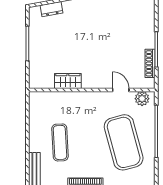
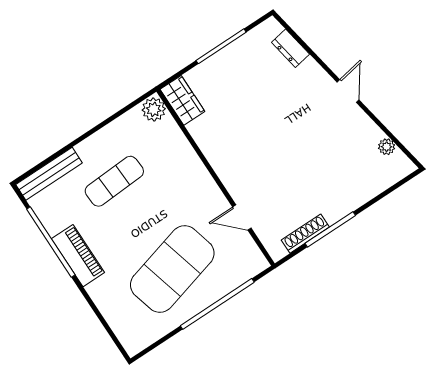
wardrobe: (68, 81) -> (182, 100), moved
door: (121, 90) -> (242, 217), swing flipped
plant: (142, 99) -> (154, 109), moved

